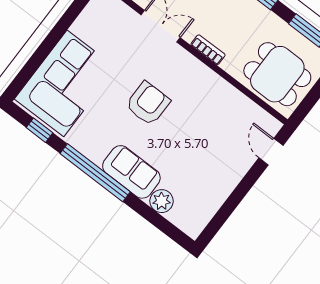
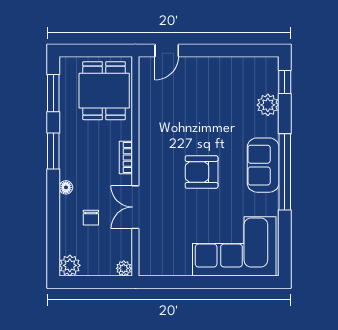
window: (40, 130) -> (285, 82), moved
sofa: (131, 172) -> (263, 165), moved

